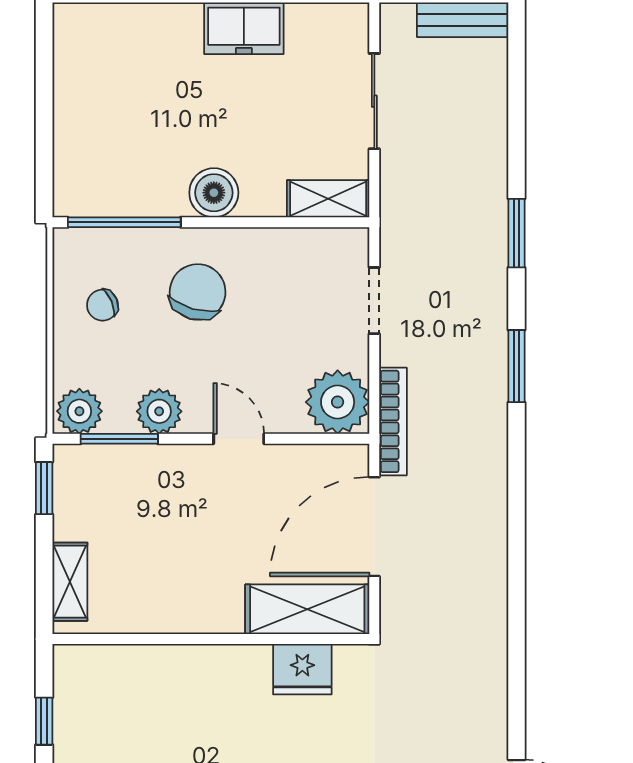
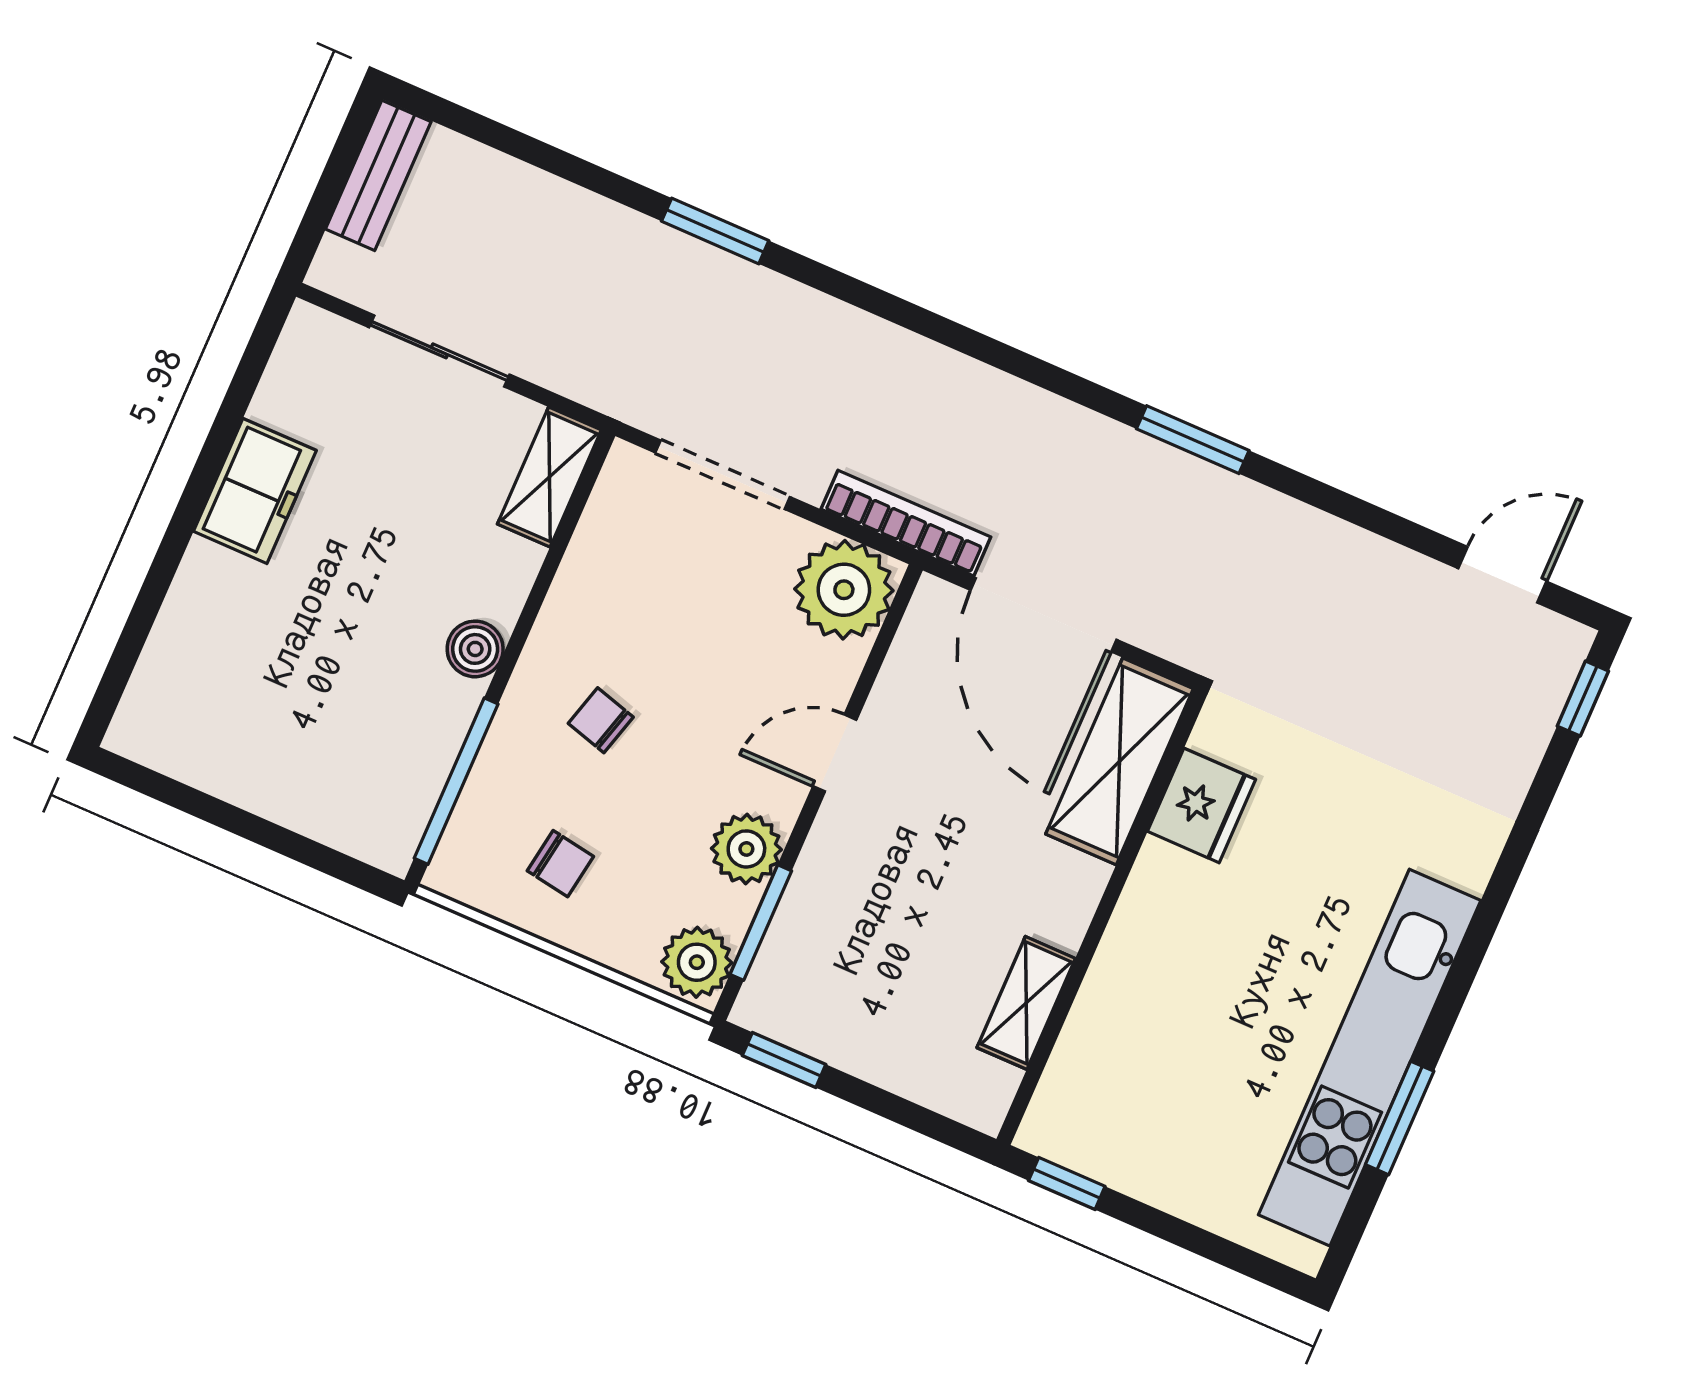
boiler: (214, 193) -> (475, 649), width x0.73, depth x0.73
chair: (198, 292) -> (601, 720), width x0.54, depth x0.54
doorway: (374, 301) -> (723, 475), width x1.38
chair: (102, 305) -> (560, 864), turned -58
window: (517, 366) -> (1193, 440), moved
shelving: (70, 582) -> (1026, 1003), moved, turned 90
window: (44, 721) -> (1067, 1183), moved

